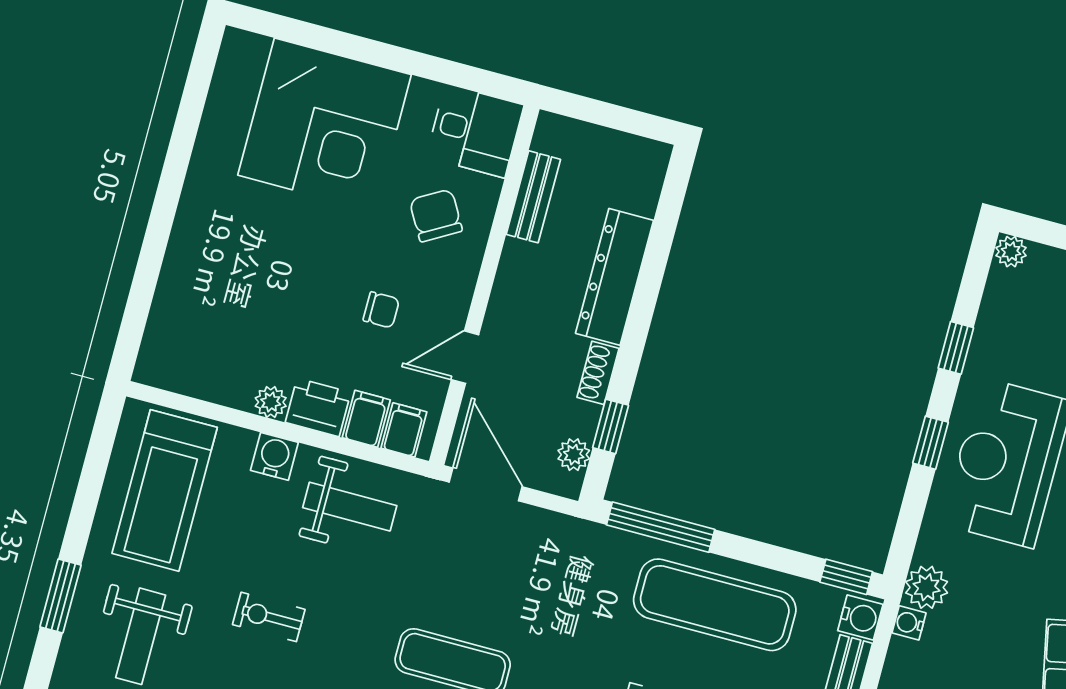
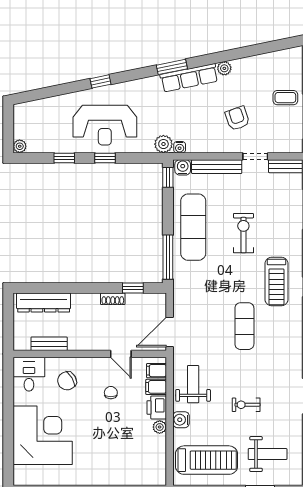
dresser: (614, 277) -> (44, 303), moved
plant: (574, 455) -> (148, 300), removed
exercise bike: (269, 617) -> (246, 405), turned 90

